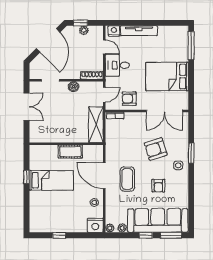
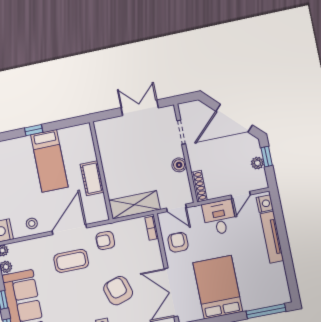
double door: (26, 107) -> (140, 108), swing flipped
window: (26, 177) -> (34, 130), moved
armchair: (158, 186) -> (105, 240), moved

